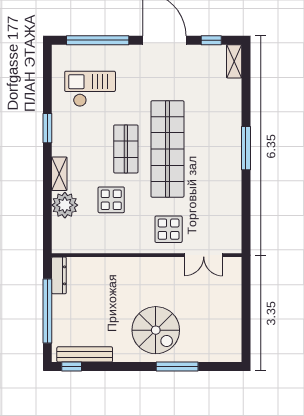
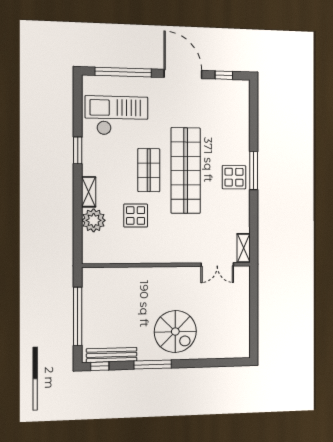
shelving: (234, 61) -> (244, 248), moved
checkout: (90, 89) -> (117, 116), width x1.36, depth x1.21
display table: (169, 229) -> (234, 177), moved
dresser: (59, 275) -> (88, 284), removed
window: (177, 367) -> (153, 365), moved

